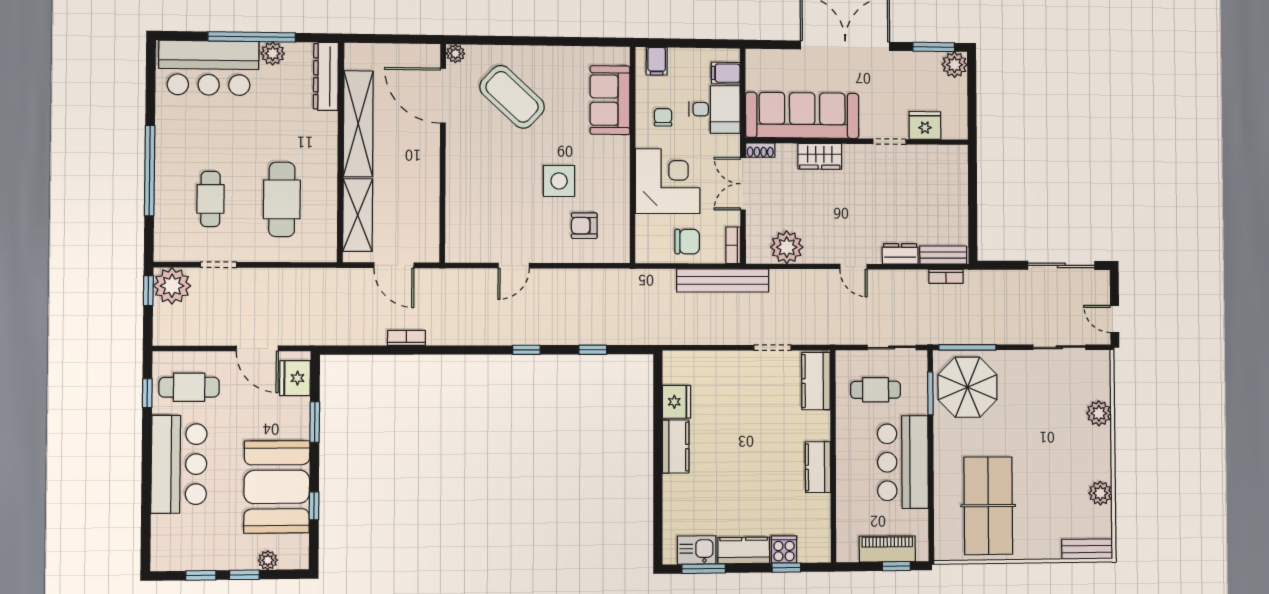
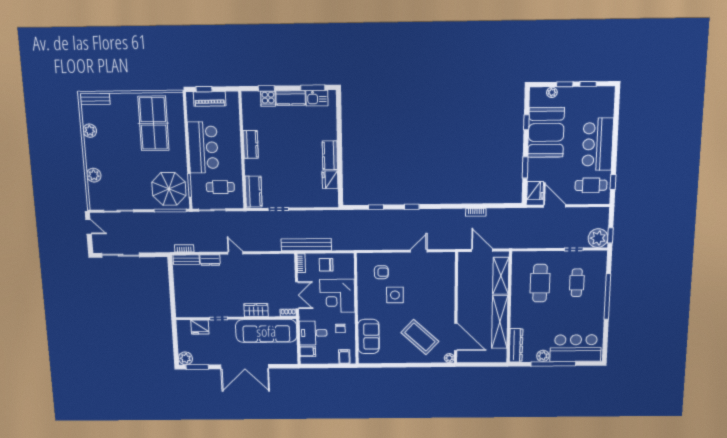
plant: (787, 247) -> (272, 263), removed

